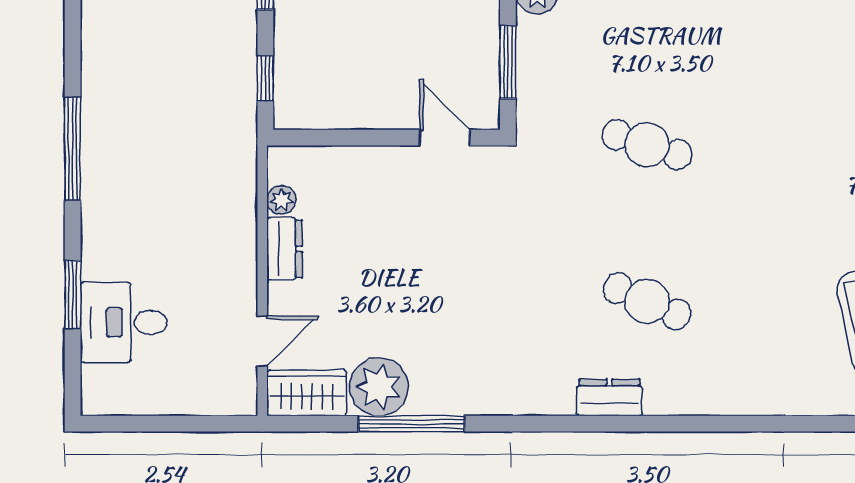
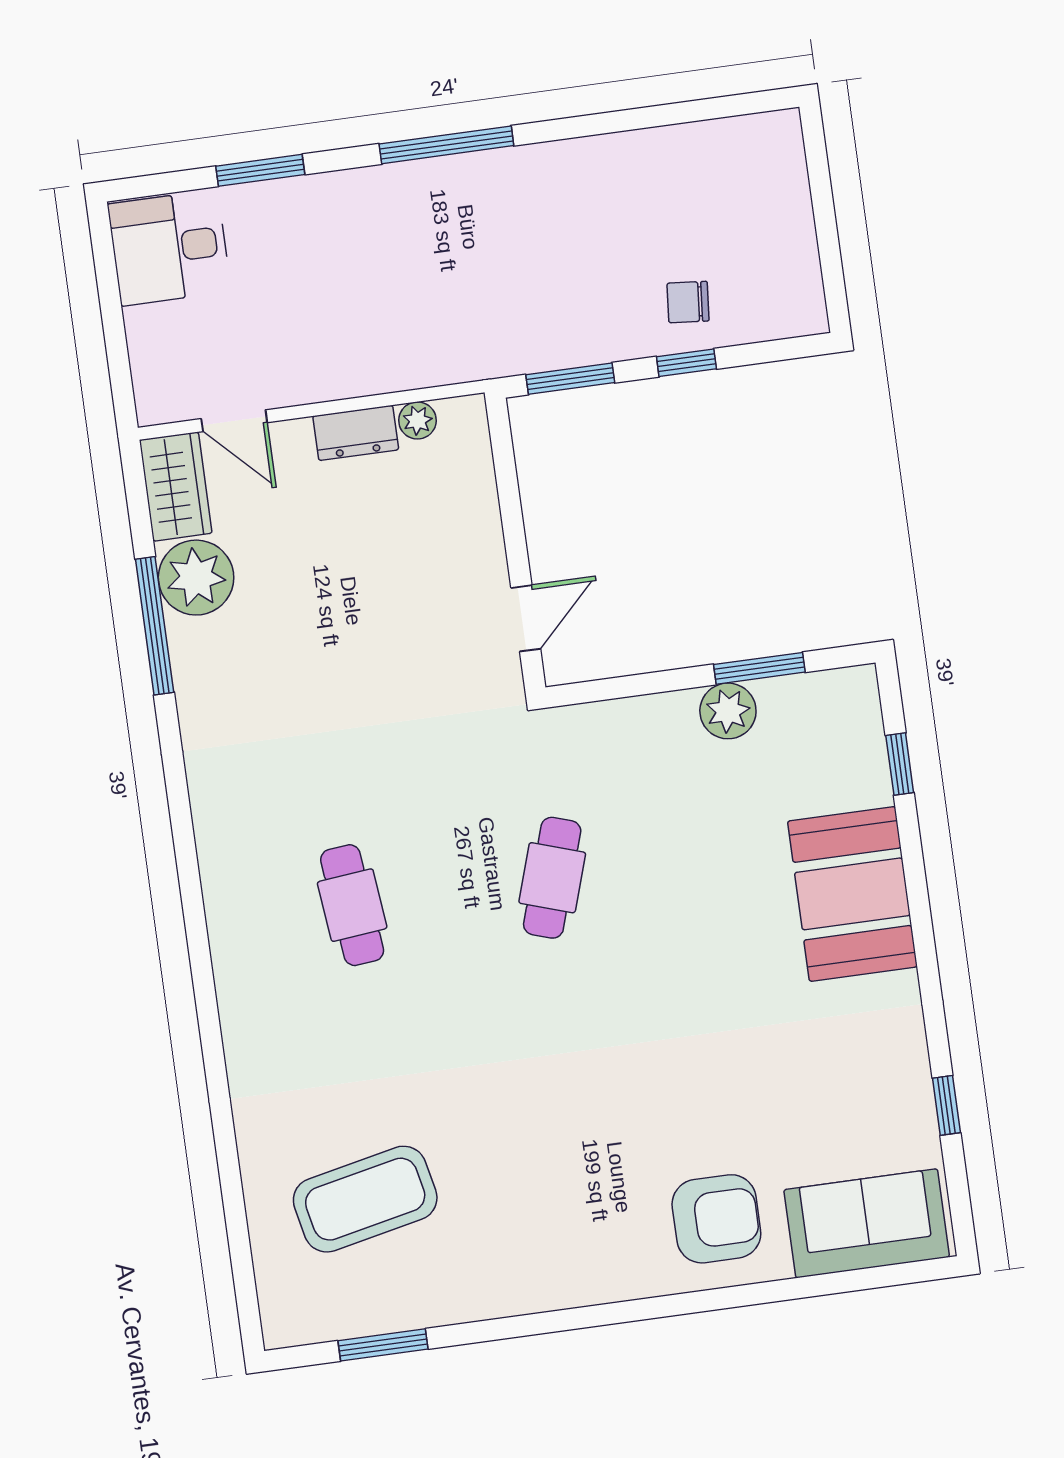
window: (508, 62) -> (633, 686), removed
window: (265, 78) -> (570, 379), width x1.50
cafe table: (647, 301) -> (352, 905), turned -30
desk: (124, 322) -> (169, 248), moved, turned -90
dresser: (609, 398) -> (223, 874), removed

